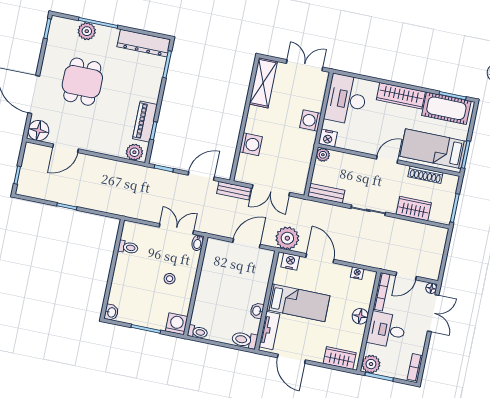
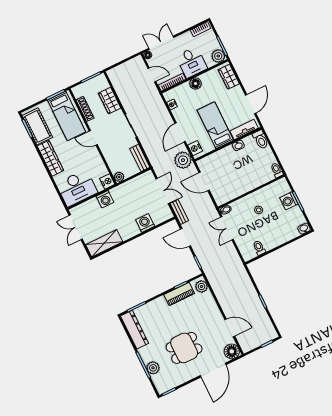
washing machine: (177, 324) -> (289, 201), moved

